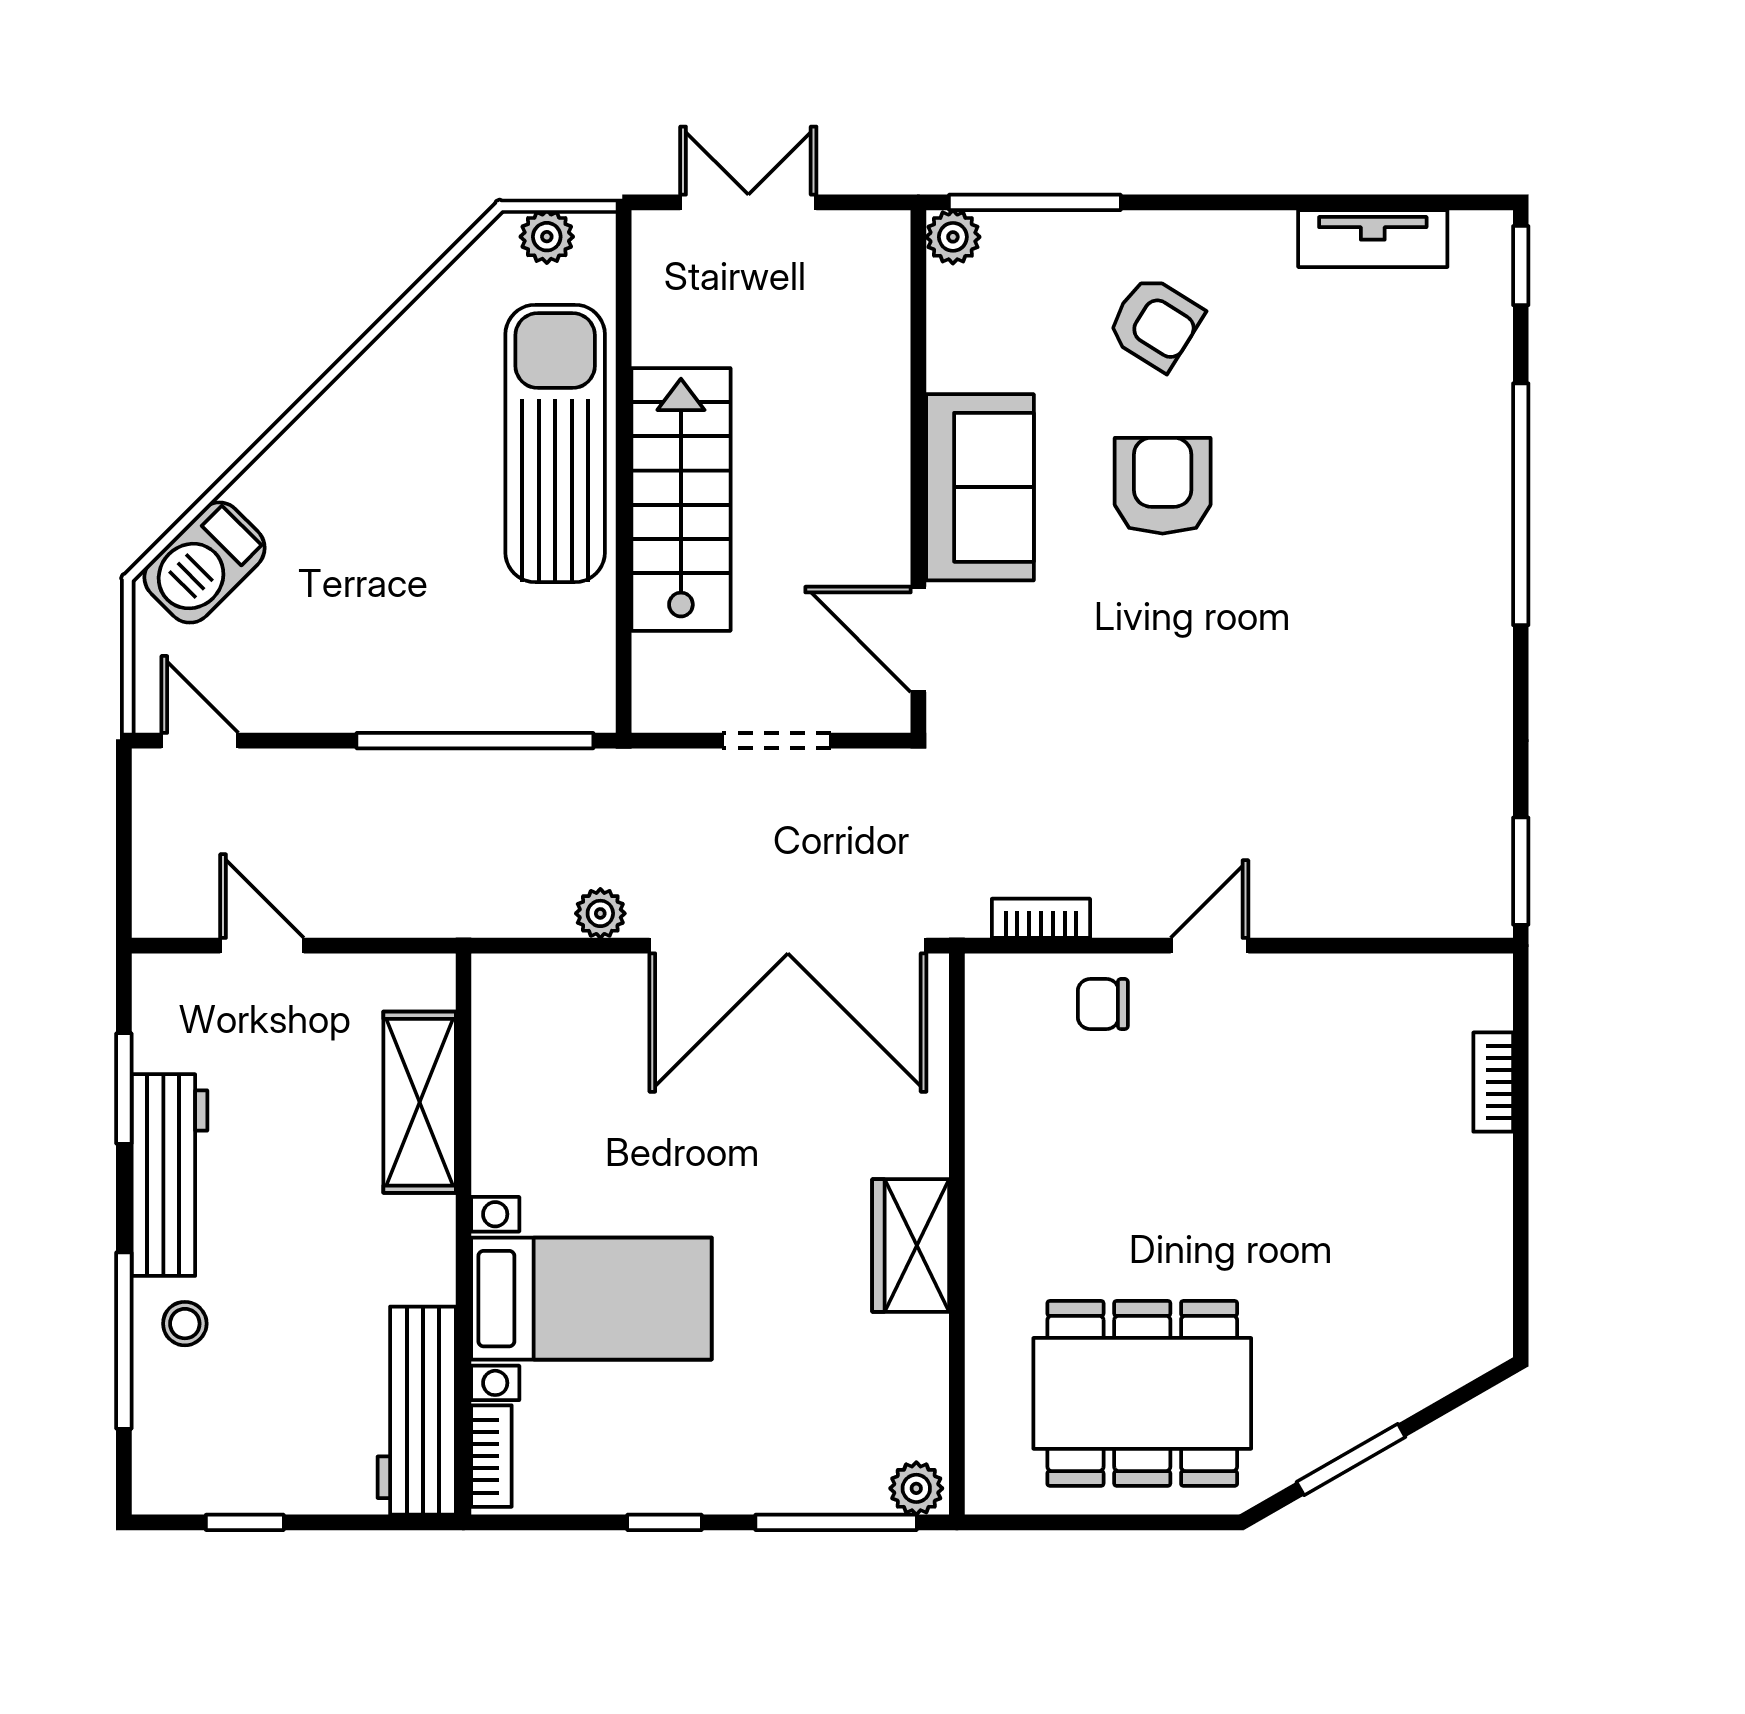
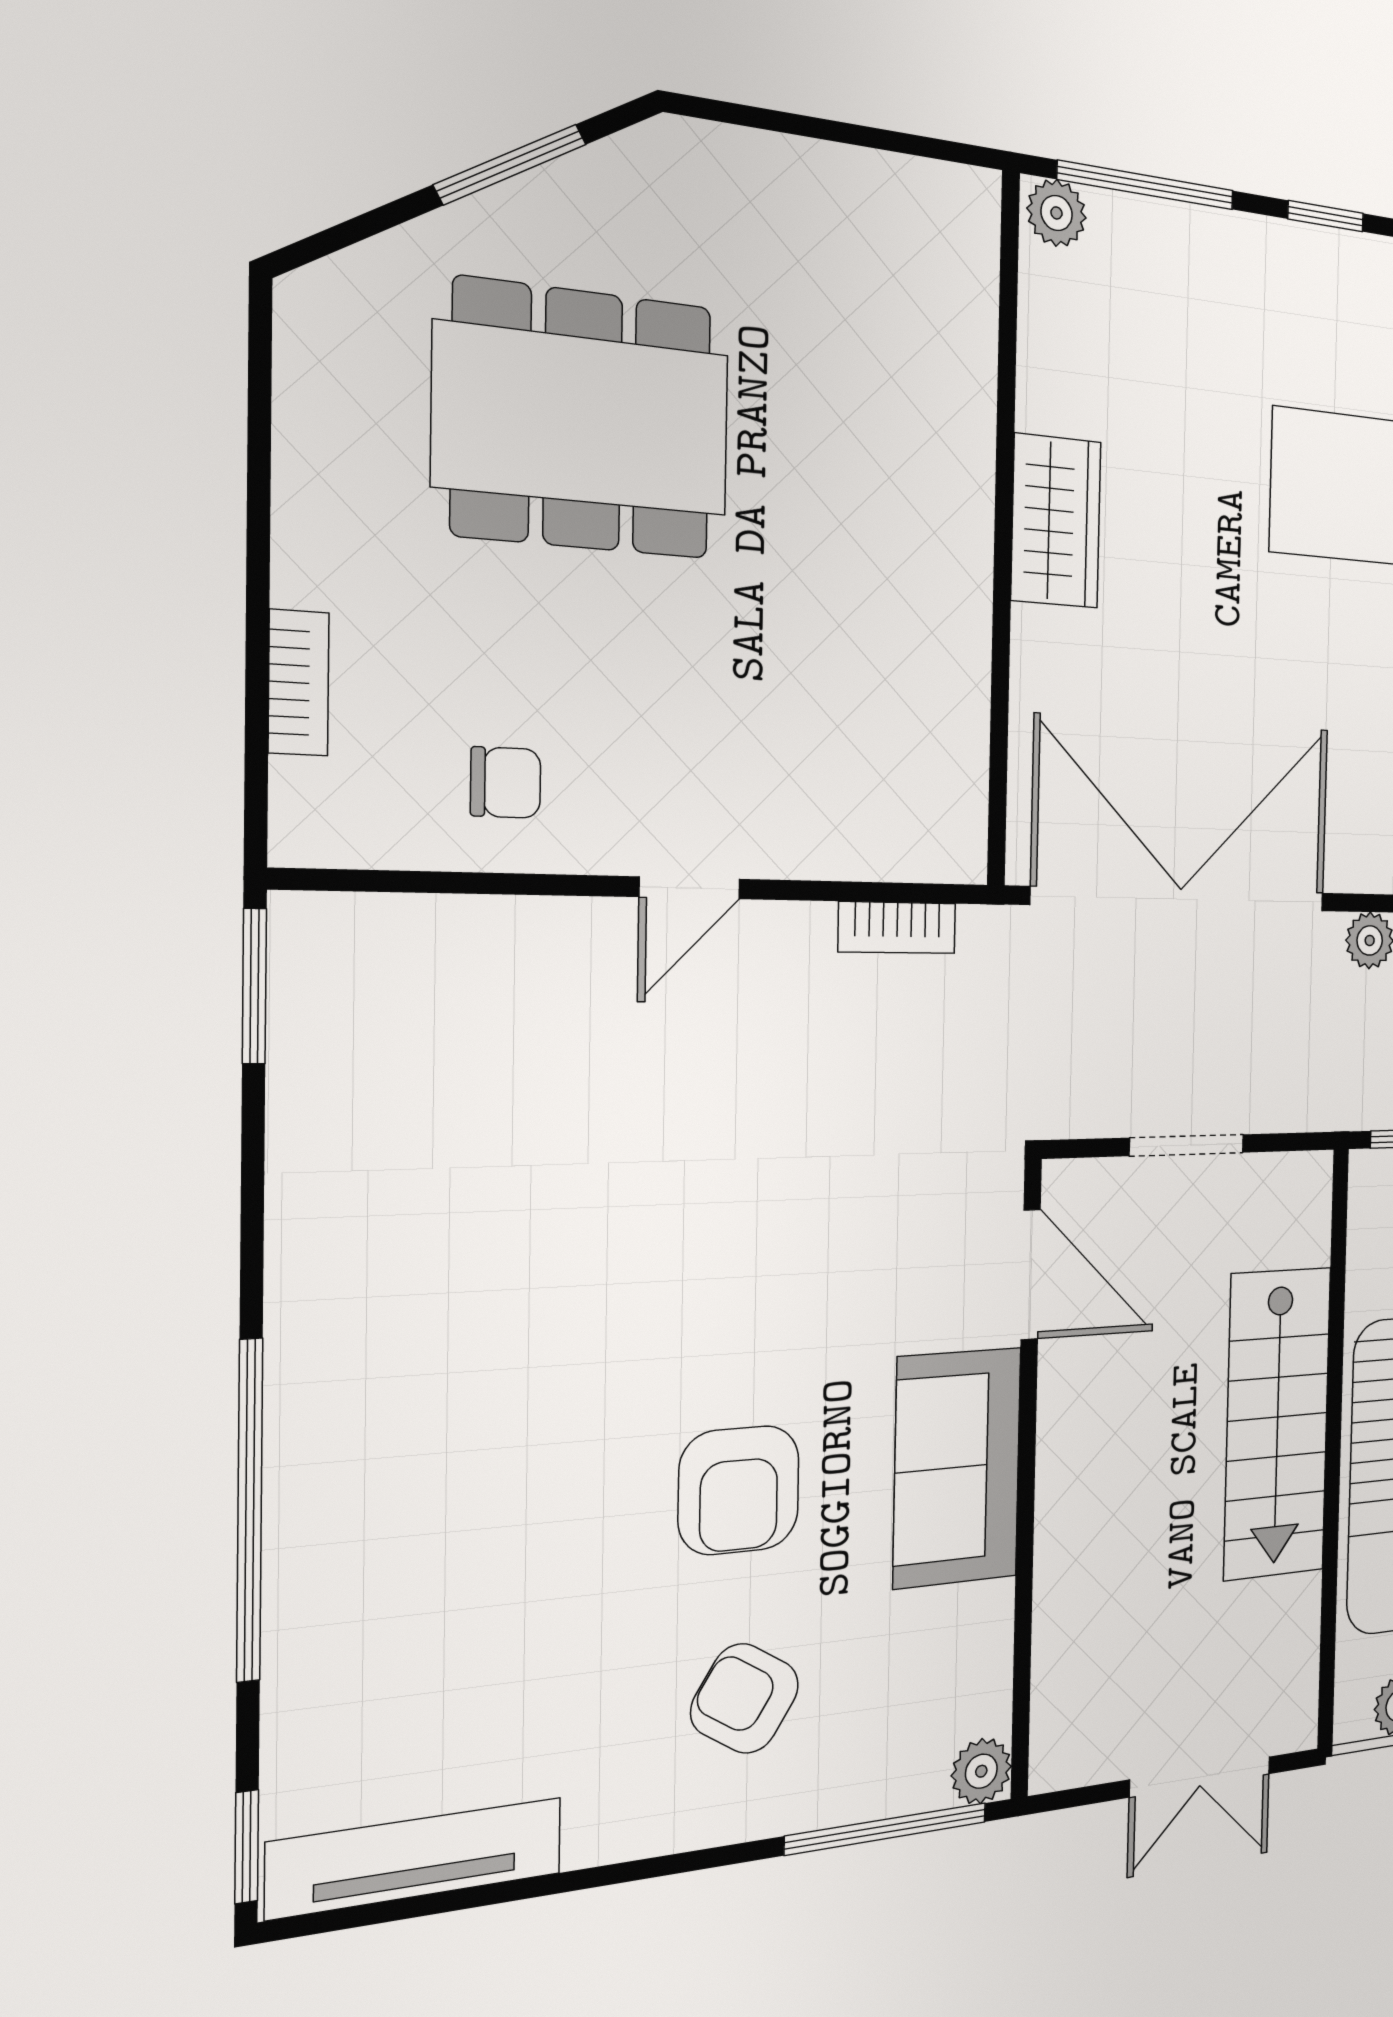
tv unit: (1373, 239) -> (416, 1858), width x1.41
chair: (1103, 1004) -> (506, 783), moved
dining table: (1142, 1393) -> (583, 420), moved

